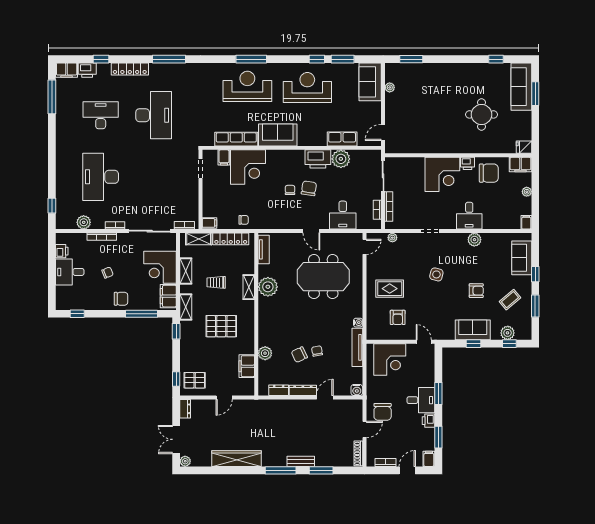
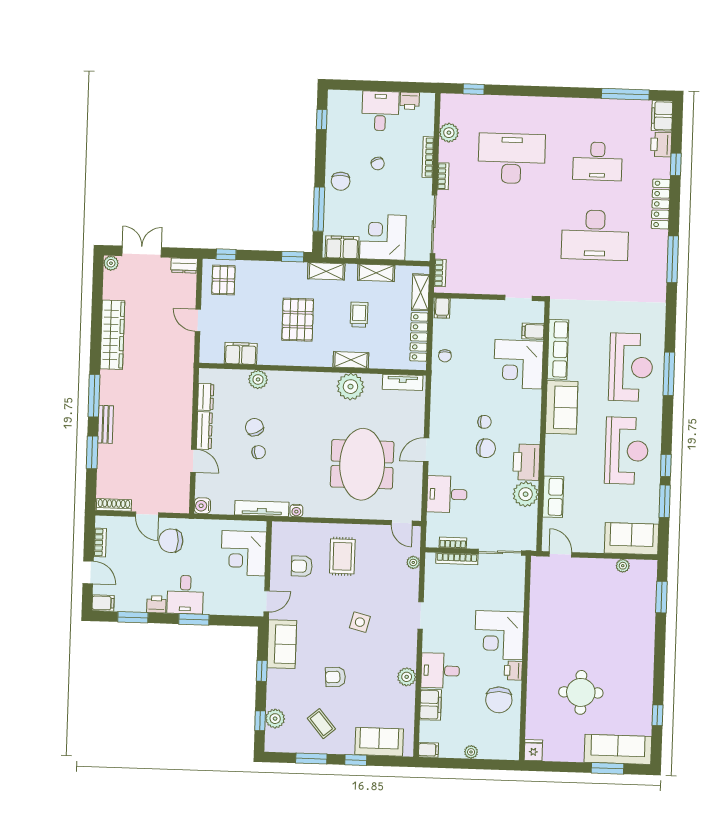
desk: (101, 115) -> (597, 161), turned 90
filing cabinet: (520, 165) -> (431, 705), moved, turned 180
armchair: (476, 291) -> (335, 677), turned 86
sofa: (473, 330) -> (282, 644), moved

